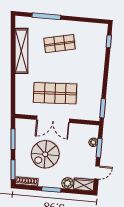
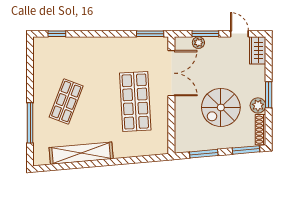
shop shelf: (59, 44) -> (66, 101), turned 33
double door: (53, 119) -> (171, 73), moved
spiral stairs: (45, 154) -> (221, 107), turned 90
plant: (67, 183) -> (258, 105), moved

